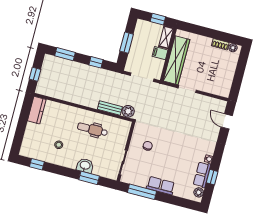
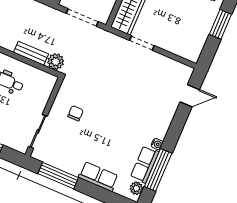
window: (241, 68) -> (220, 24), added
door: (227, 121) -> (190, 96), swing flipped
window: (212, 177) -> (158, 170), width x2.17
row of seats: (161, 186) -> (98, 177), moved

